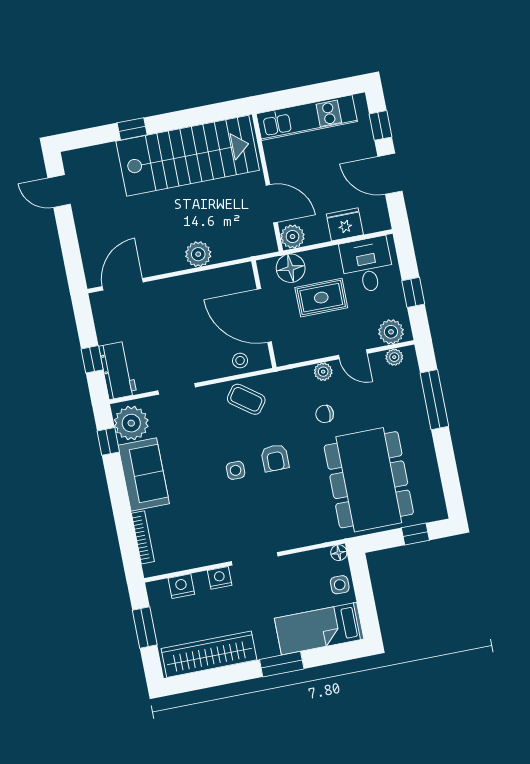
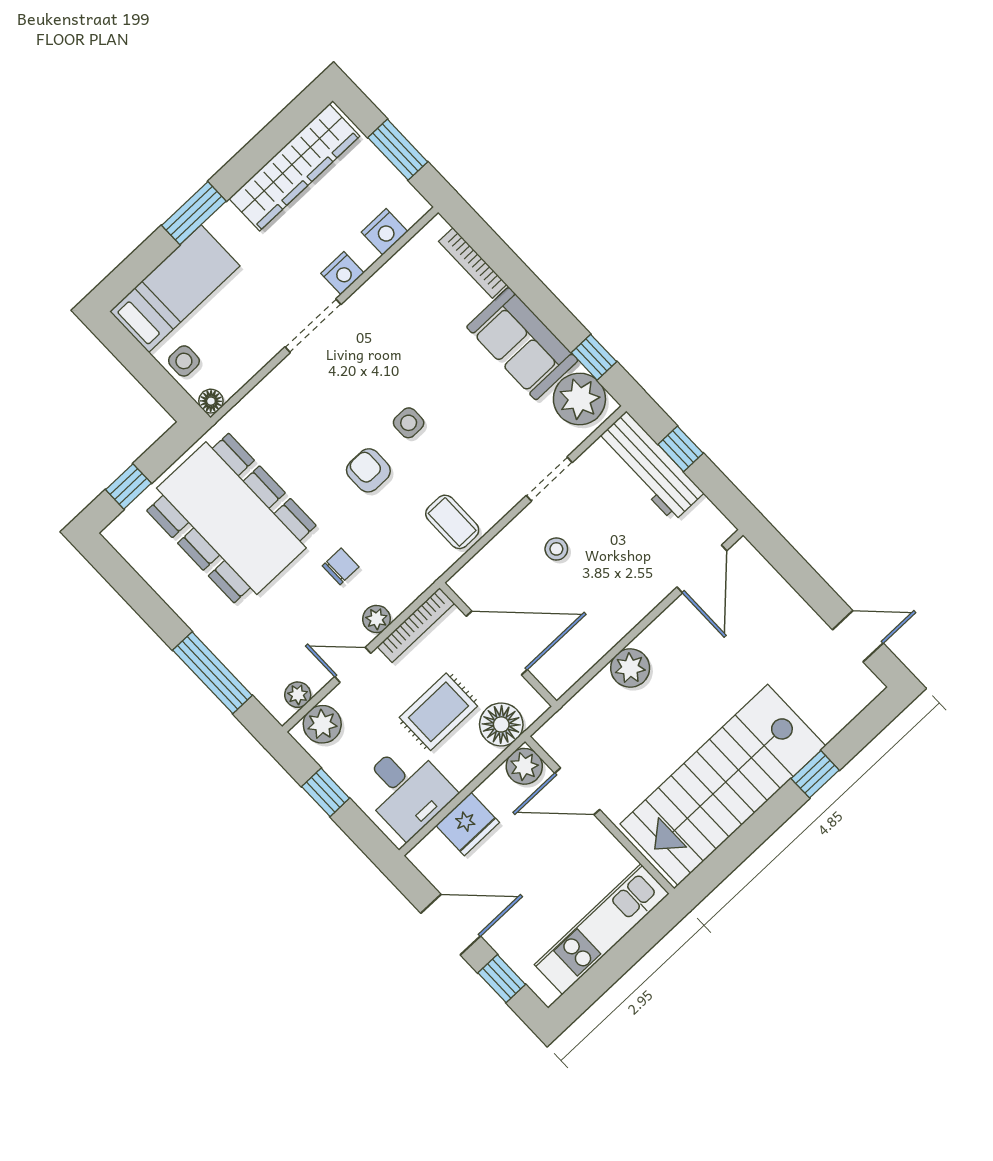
bookcase: (303, 354) -> (416, 625), added
stool: (240, 361) -> (556, 549), moved
workbench: (118, 370) -> (650, 467), width x1.38
coffee table: (246, 399) -> (452, 522), turned 54

